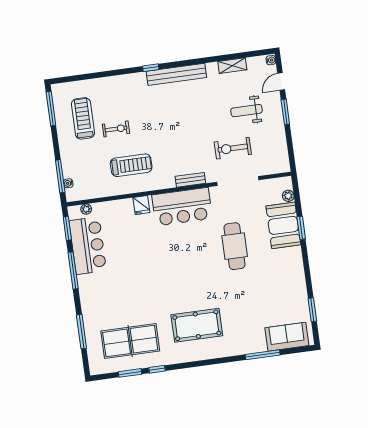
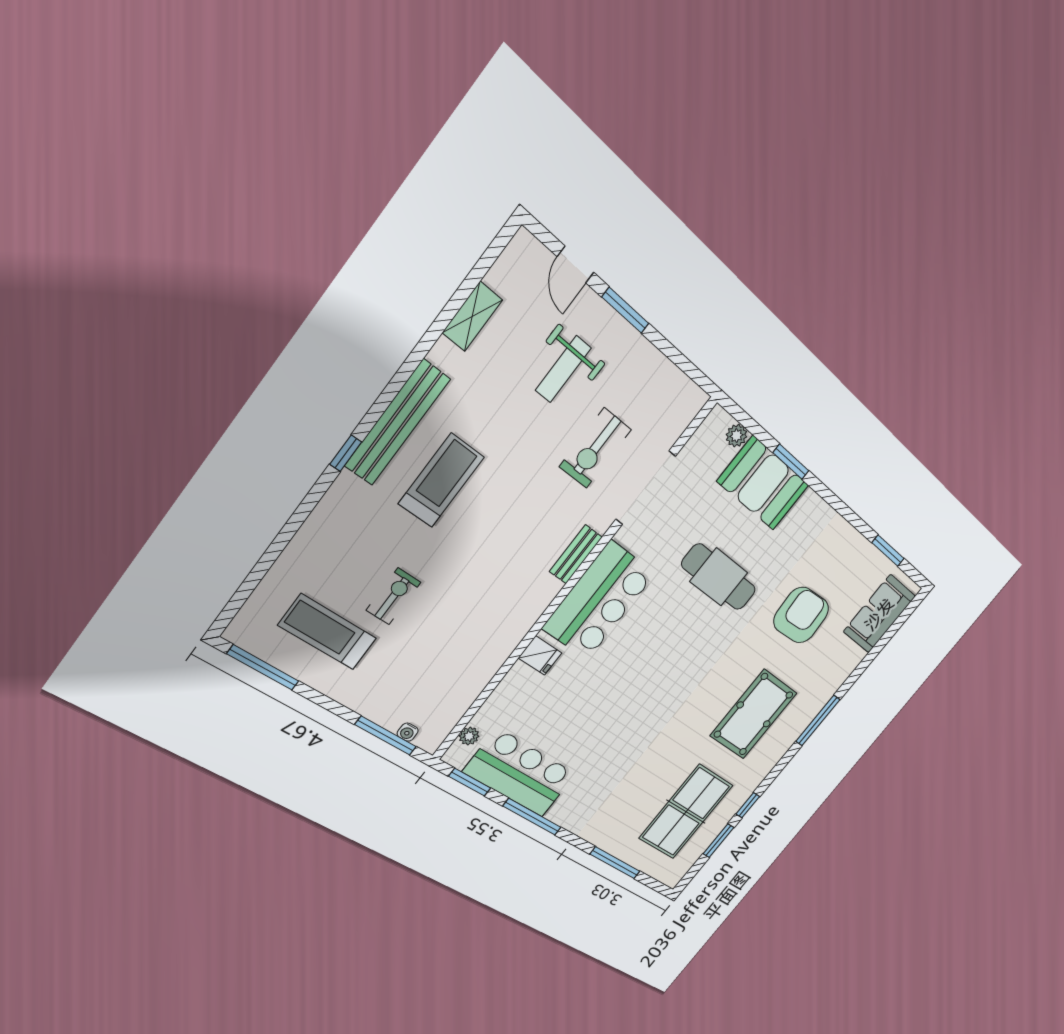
water cooler: (271, 60) -> (526, 243), removed
treadmill: (131, 165) -> (441, 480), moved
armchair: (254, 300) -> (801, 615), added
window: (263, 355) -> (818, 721), moved

